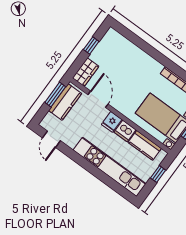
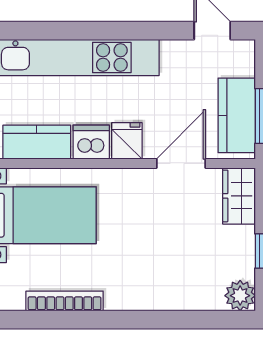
plant: (112, 36) -> (240, 296), added
door: (98, 99) -> (181, 163), swing flipped

